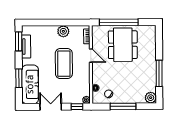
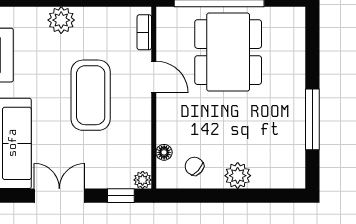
plant: (63, 31) -> (61, 20), moved
plant: (151, 98) -> (238, 176), moved
window: (123, 106) -> (228, 196), removed

